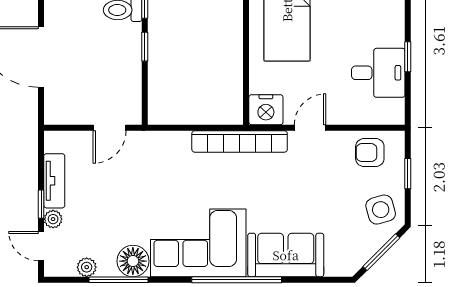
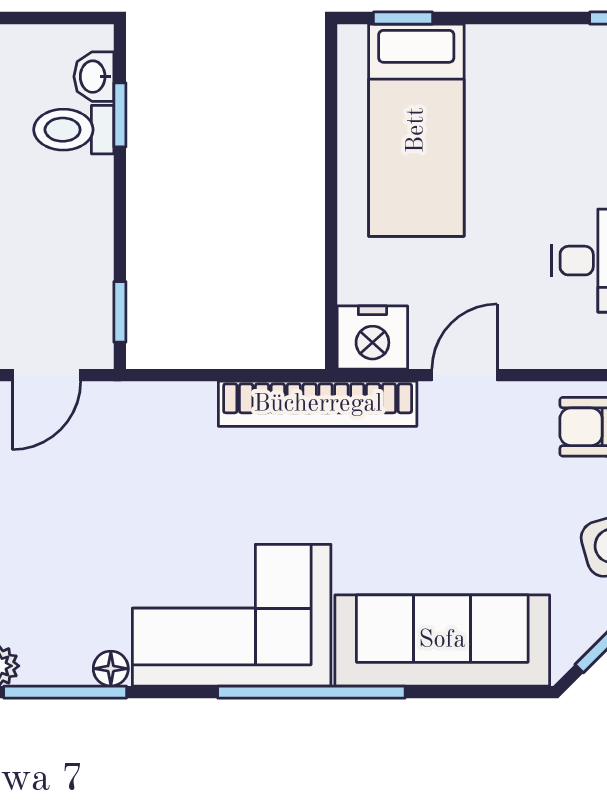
window: (145, 47) -> (120, 312), moved
sofa: (286, 255) -> (442, 640), width x1.36
floor lamp: (133, 261) -> (111, 669), width x0.53, depth x0.53

